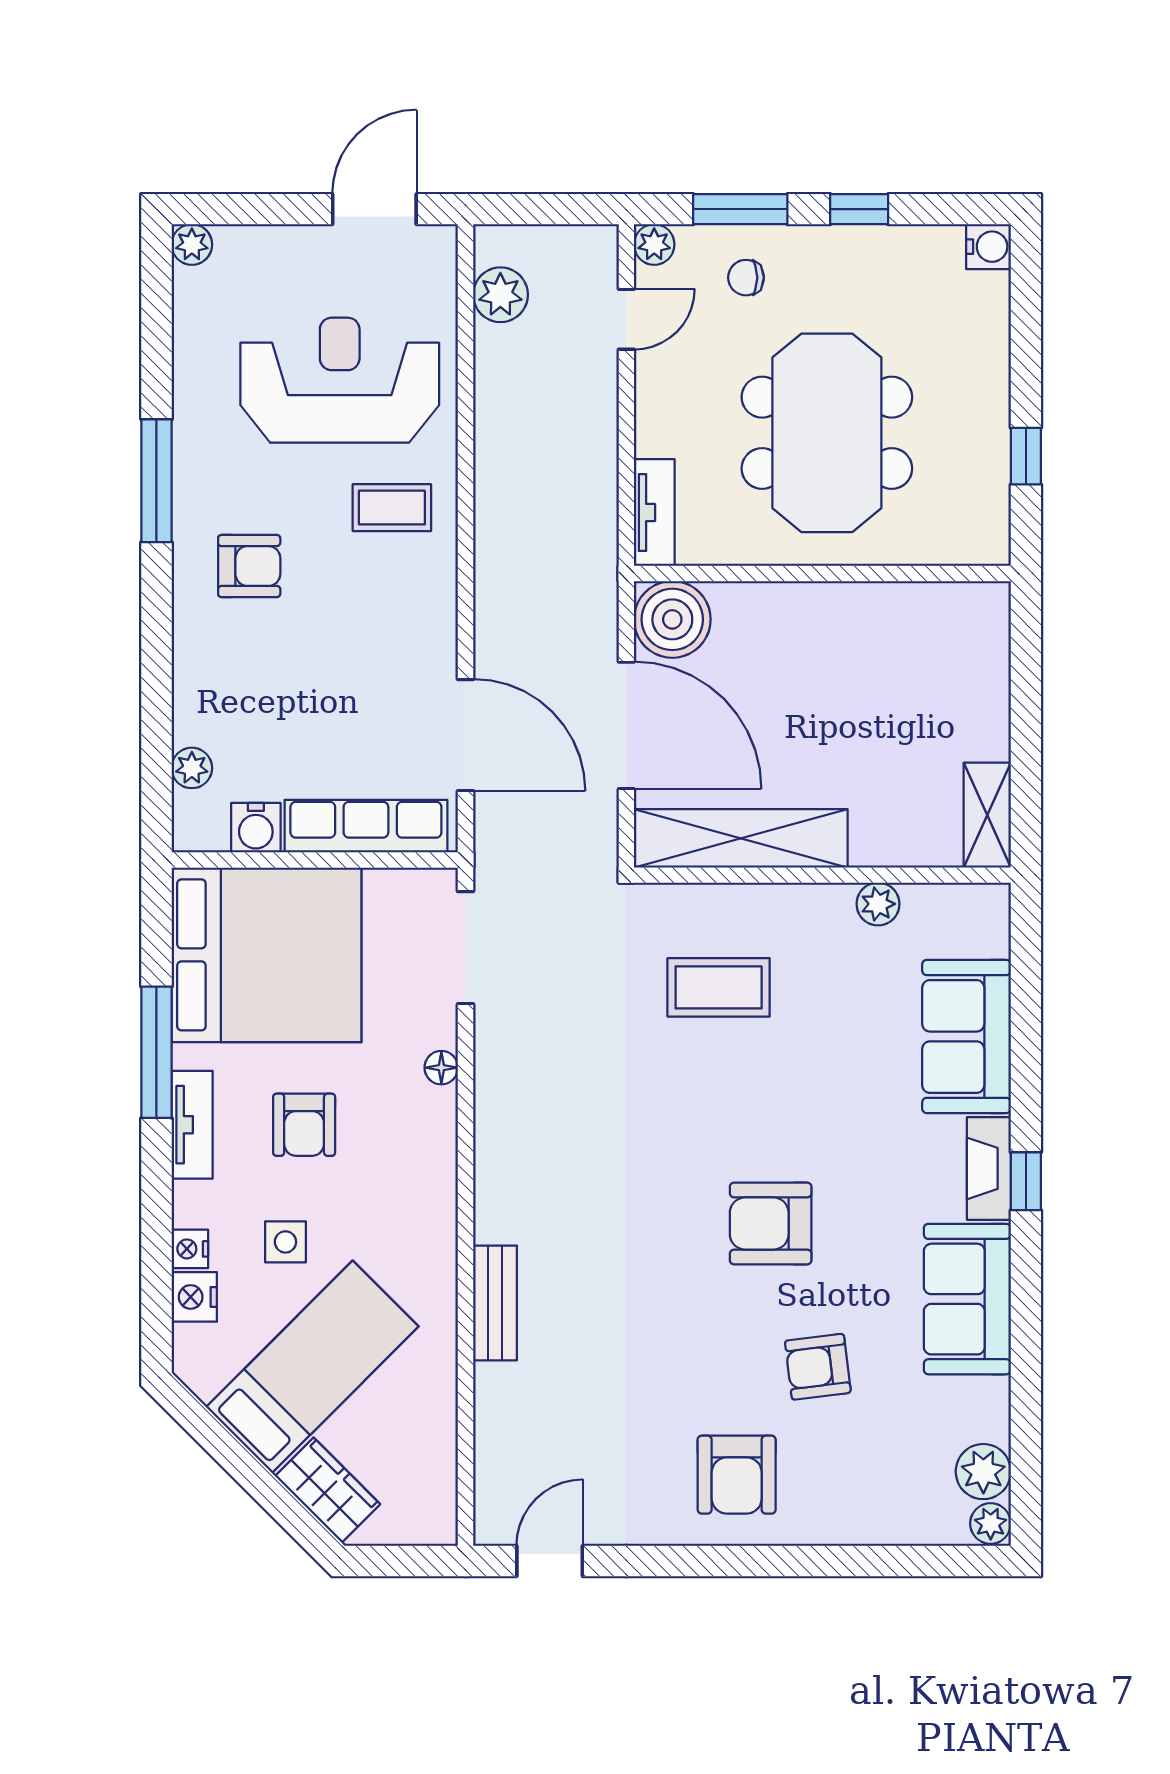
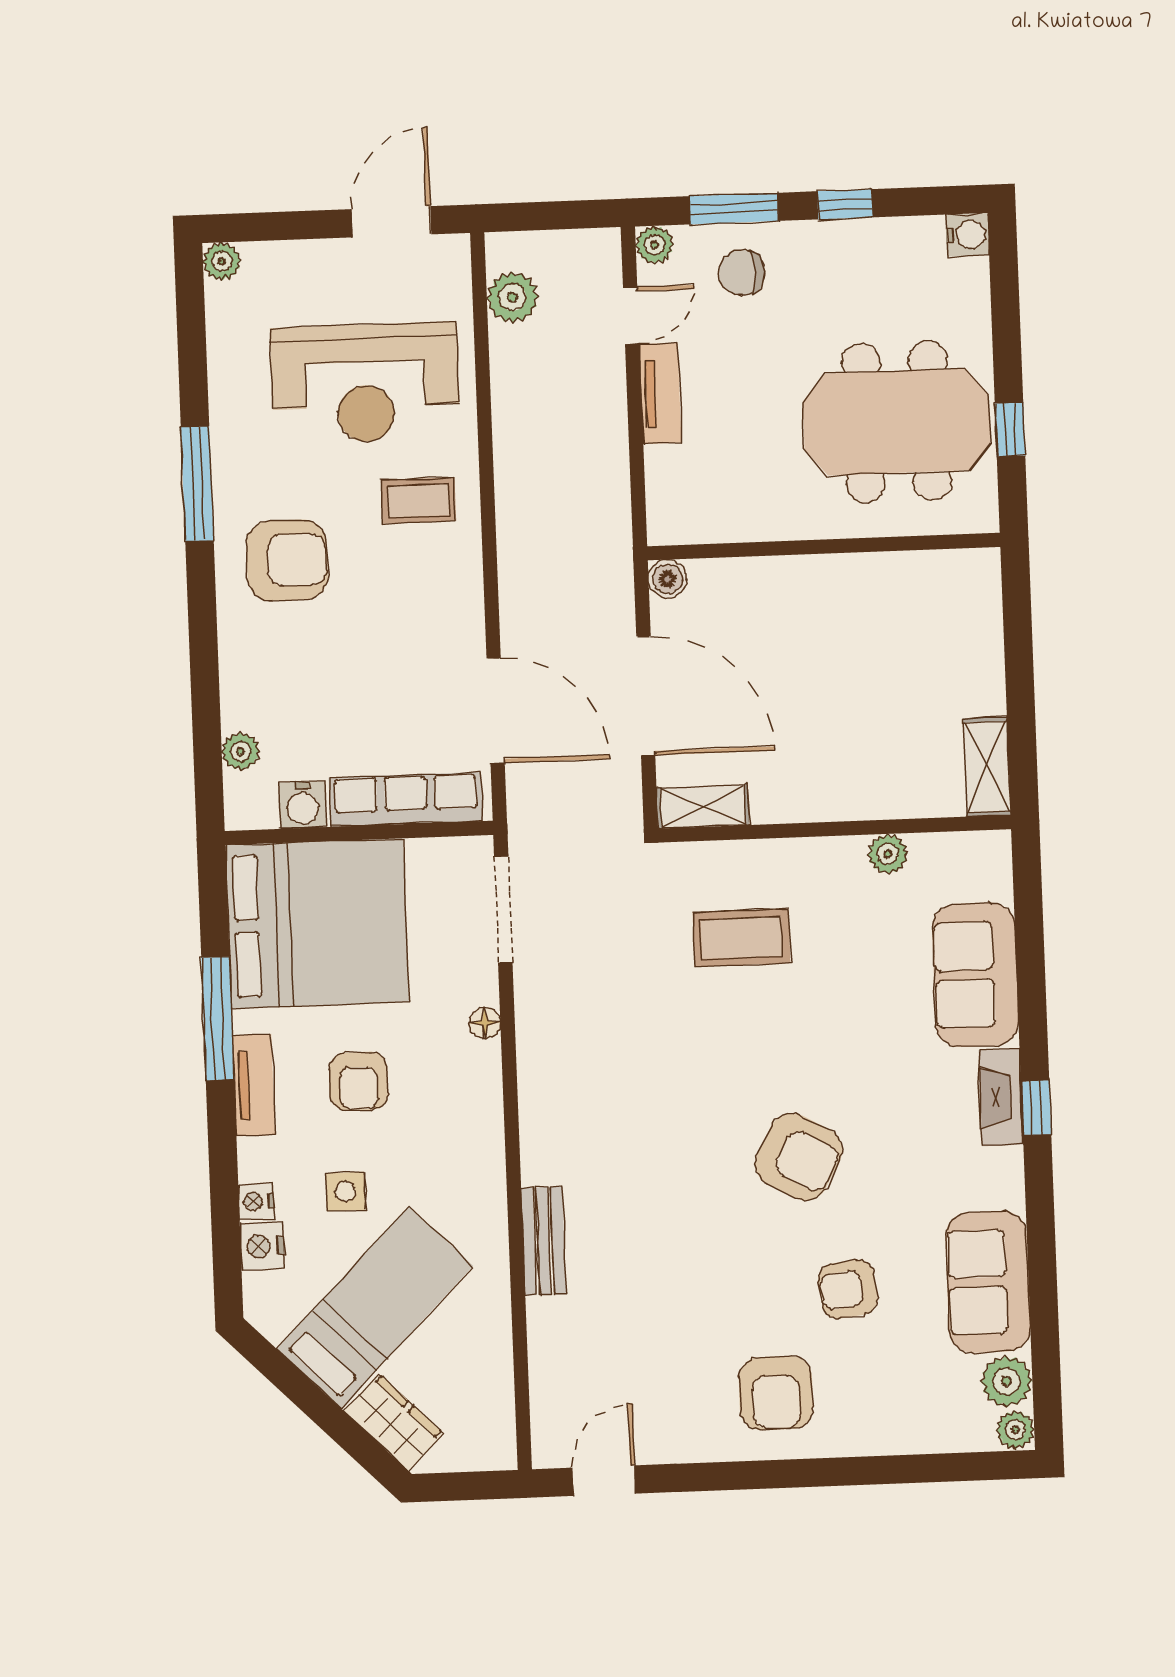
chair: (746, 278) -> (742, 272), width x1.37, depth x1.37
reception desk: (340, 380) -> (365, 383), turned 180
meeting table: (827, 433) -> (897, 422), moved, turned 90
tv unit: (654, 513) -> (660, 393), moved
armchair: (249, 566) -> (287, 560), width x1.38, depth x1.38
boiler: (672, 619) -> (668, 579), width x0.54, depth x0.54
shelving: (741, 838) -> (703, 806), width x0.45, depth x0.75
armchair: (771, 1223) -> (799, 1157), turned -151
sofa: (967, 1299) -> (988, 1282), moved

